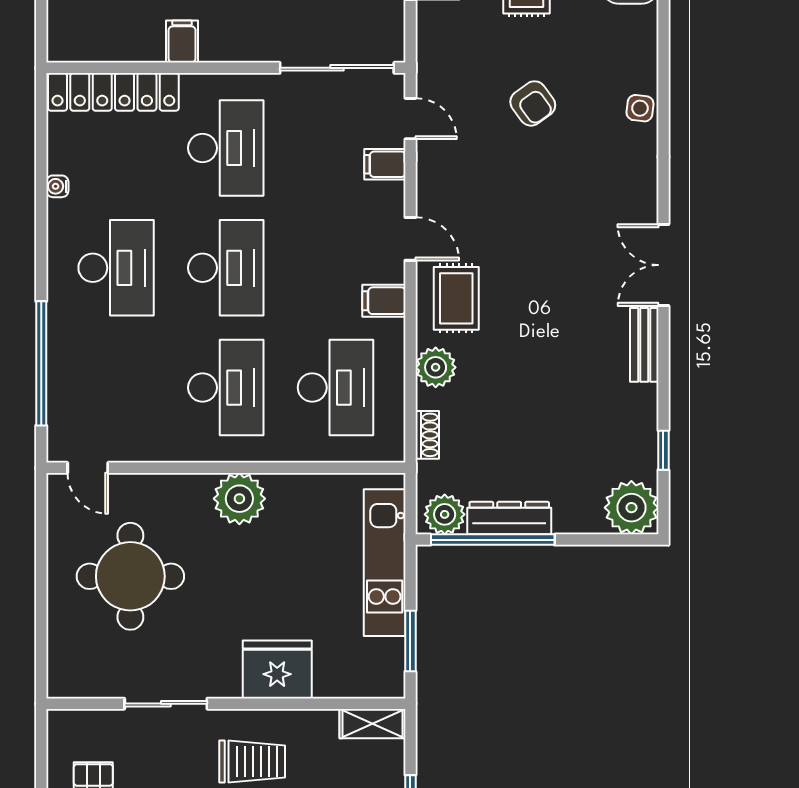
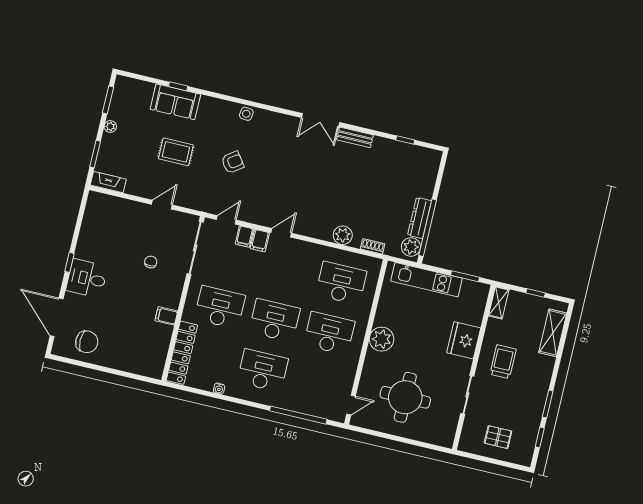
rug: (456, 298) -> (313, 218), removed
filing cabinet: (384, 301) -> (260, 241), moved
plant: (631, 508) -> (428, 161), removed

